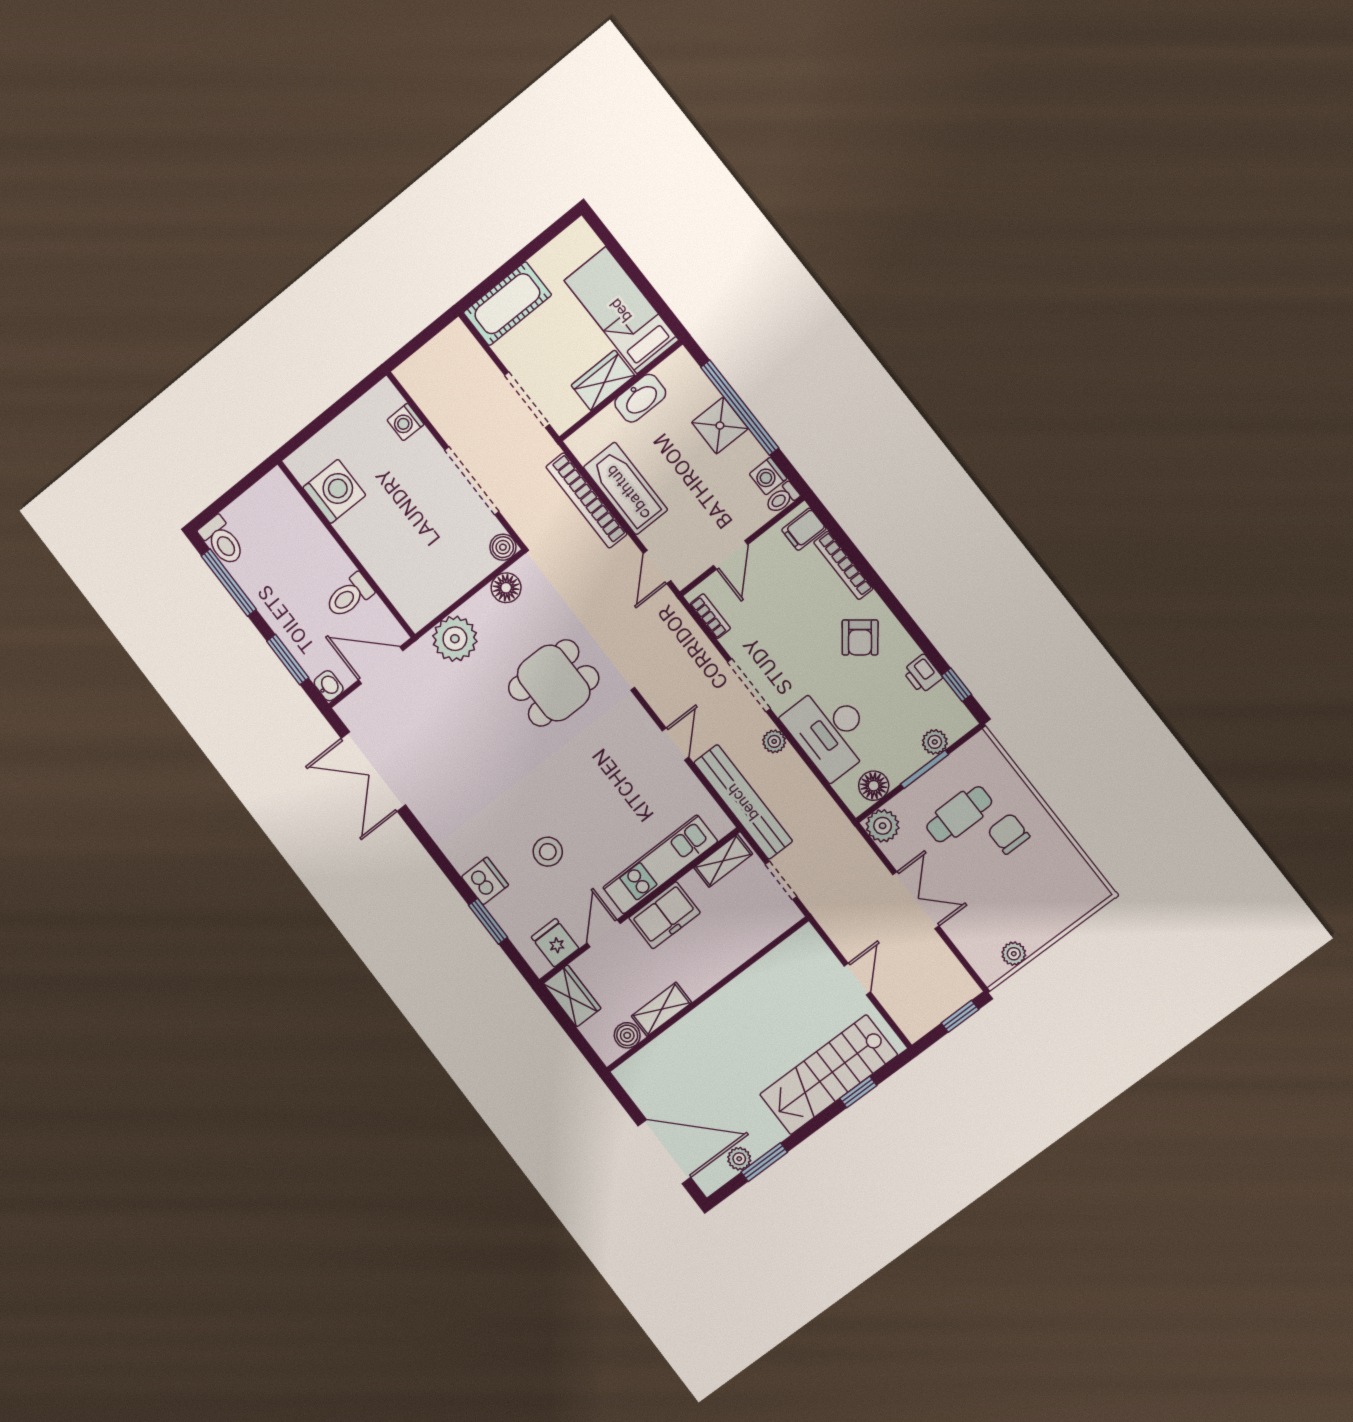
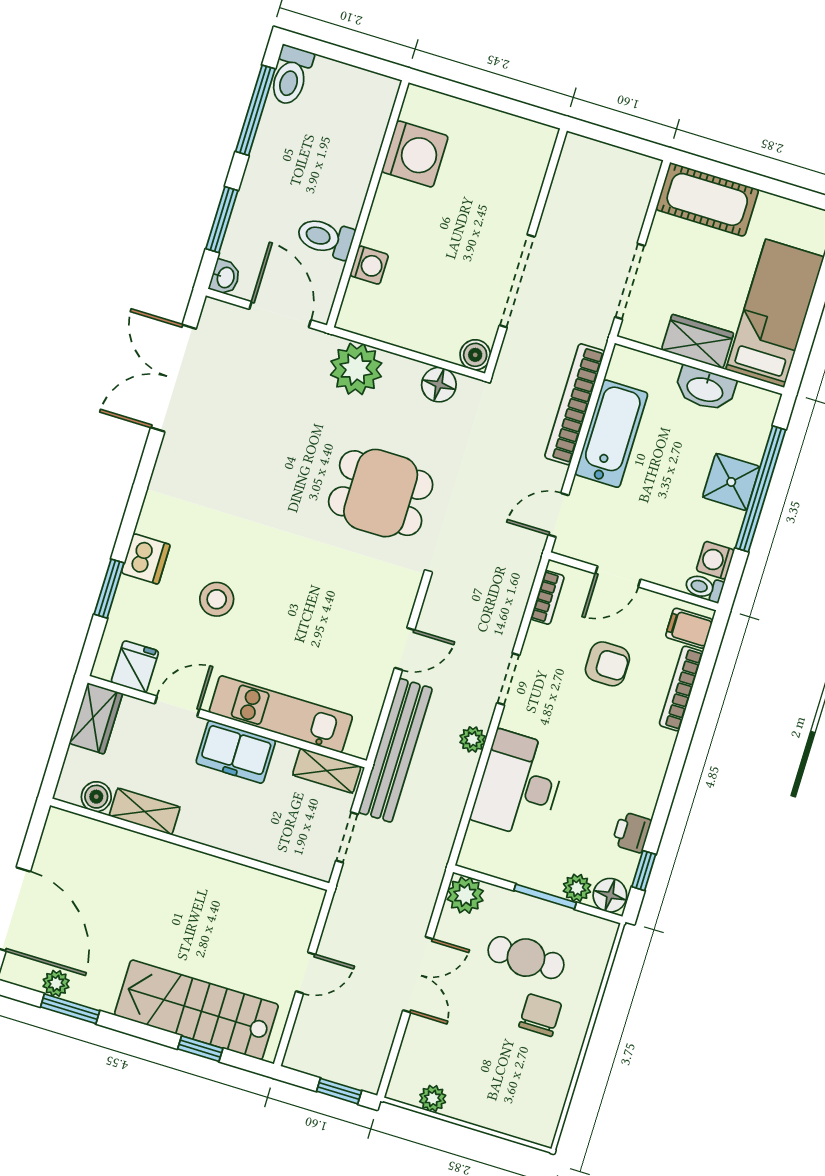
washing machine: (405, 422) -> (369, 265), moved, turned 180
armchair: (860, 637) -> (607, 664), moved, turned -128
doorway: (749, 685) -> (508, 679), width x0.73
floor lamp: (874, 786) -> (610, 895), moved

